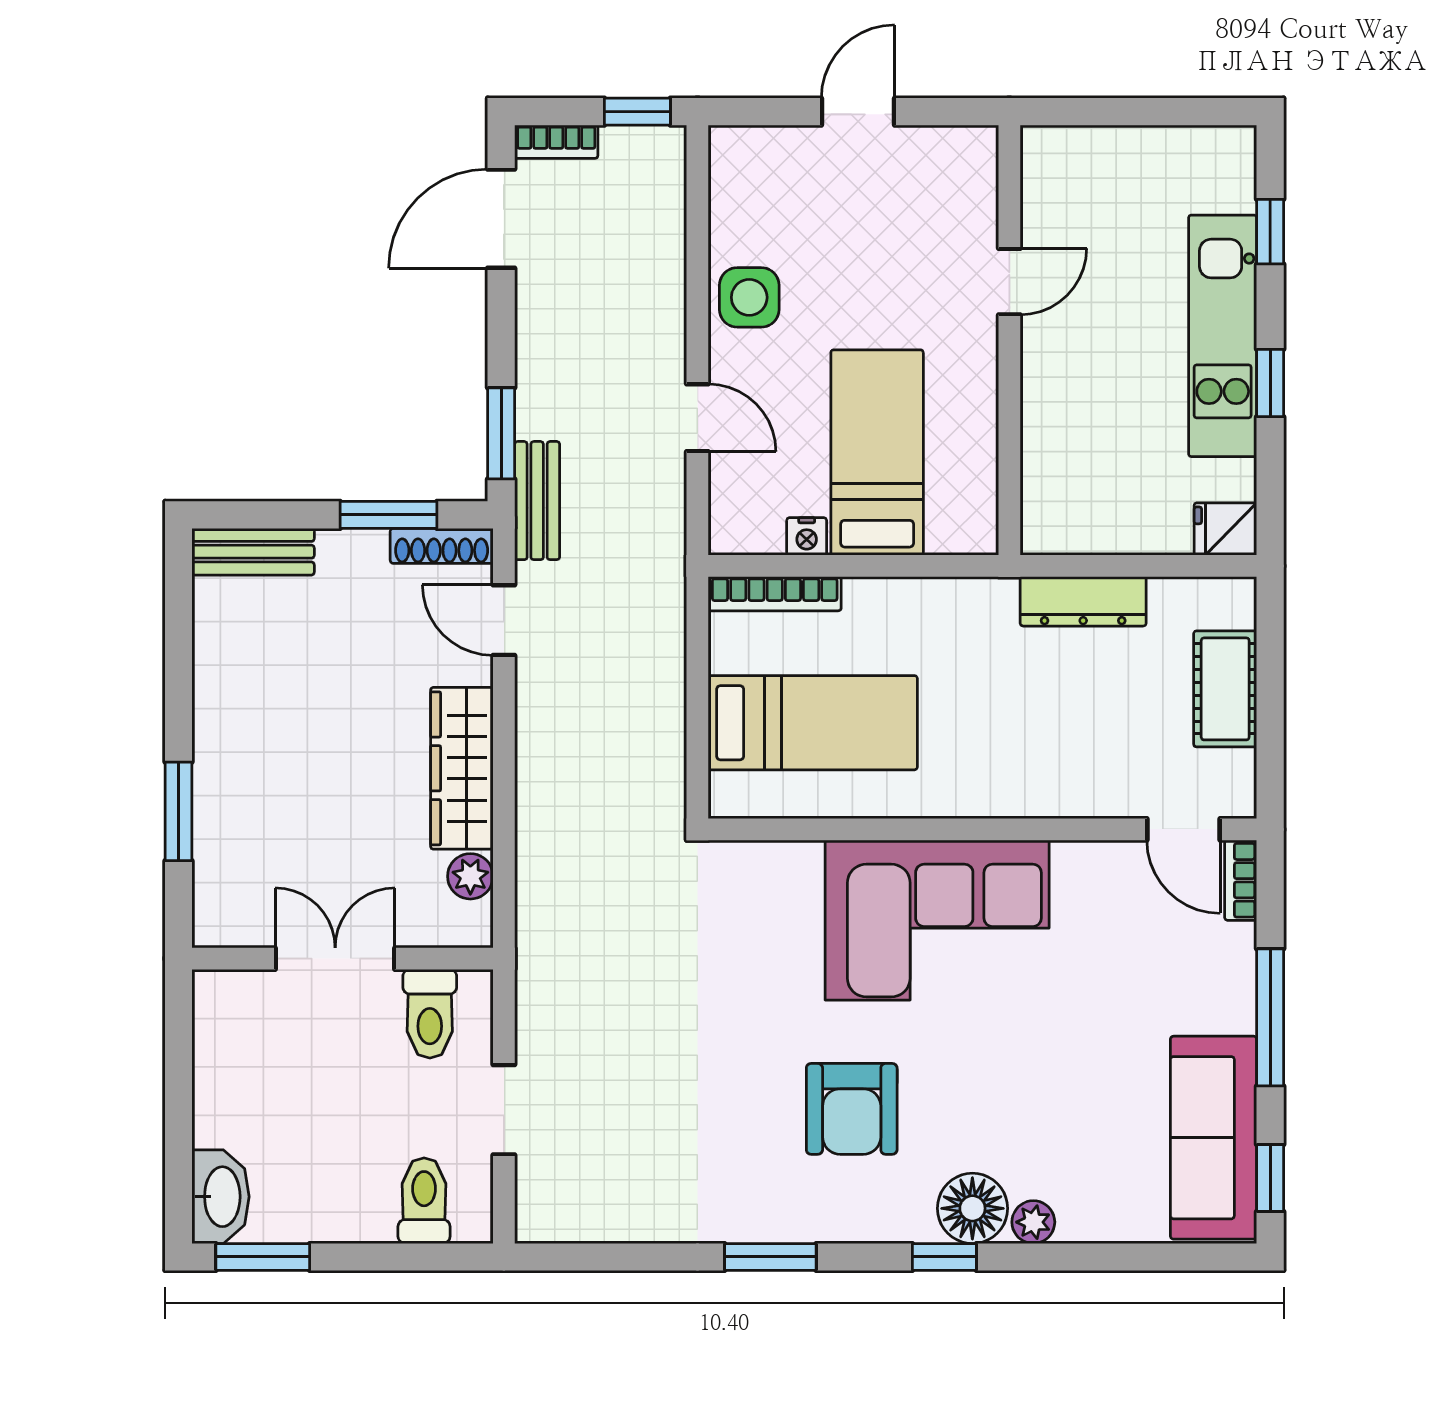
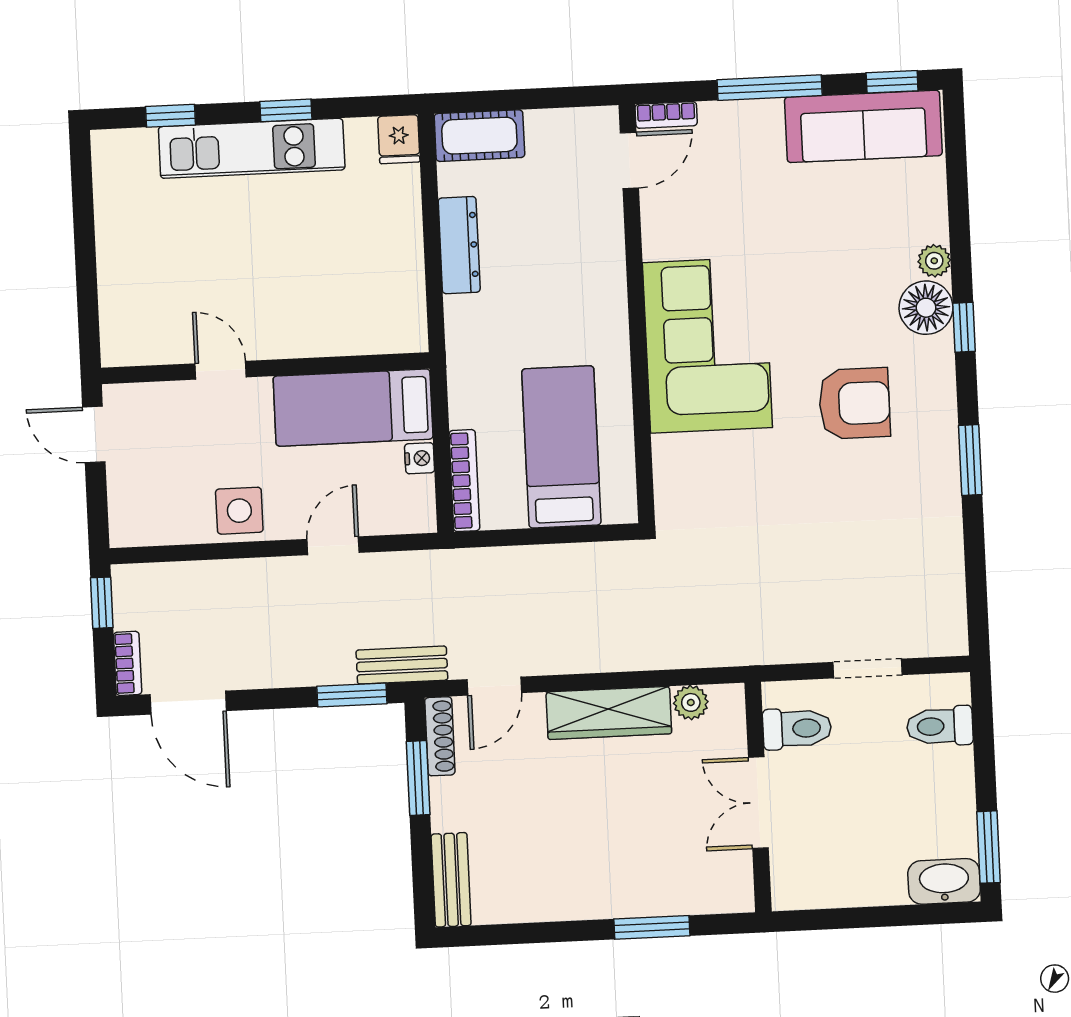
door: (1009, 282) -> (221, 370), moved
wall: (1009, 340) -> (265, 368), moved
cot: (1225, 689) -> (479, 136), moved

